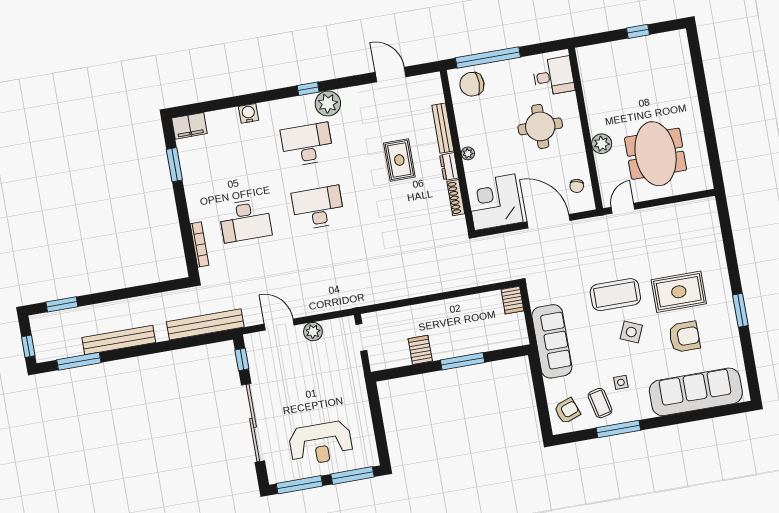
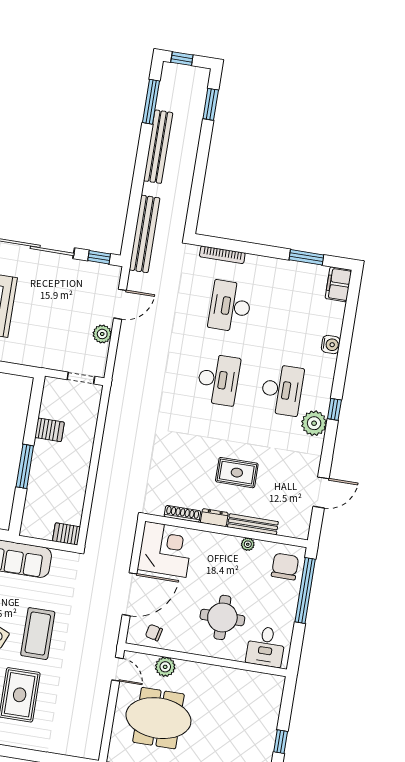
plant: (602, 144) -> (165, 667), moved
plant: (468, 153) -> (248, 544), moved

